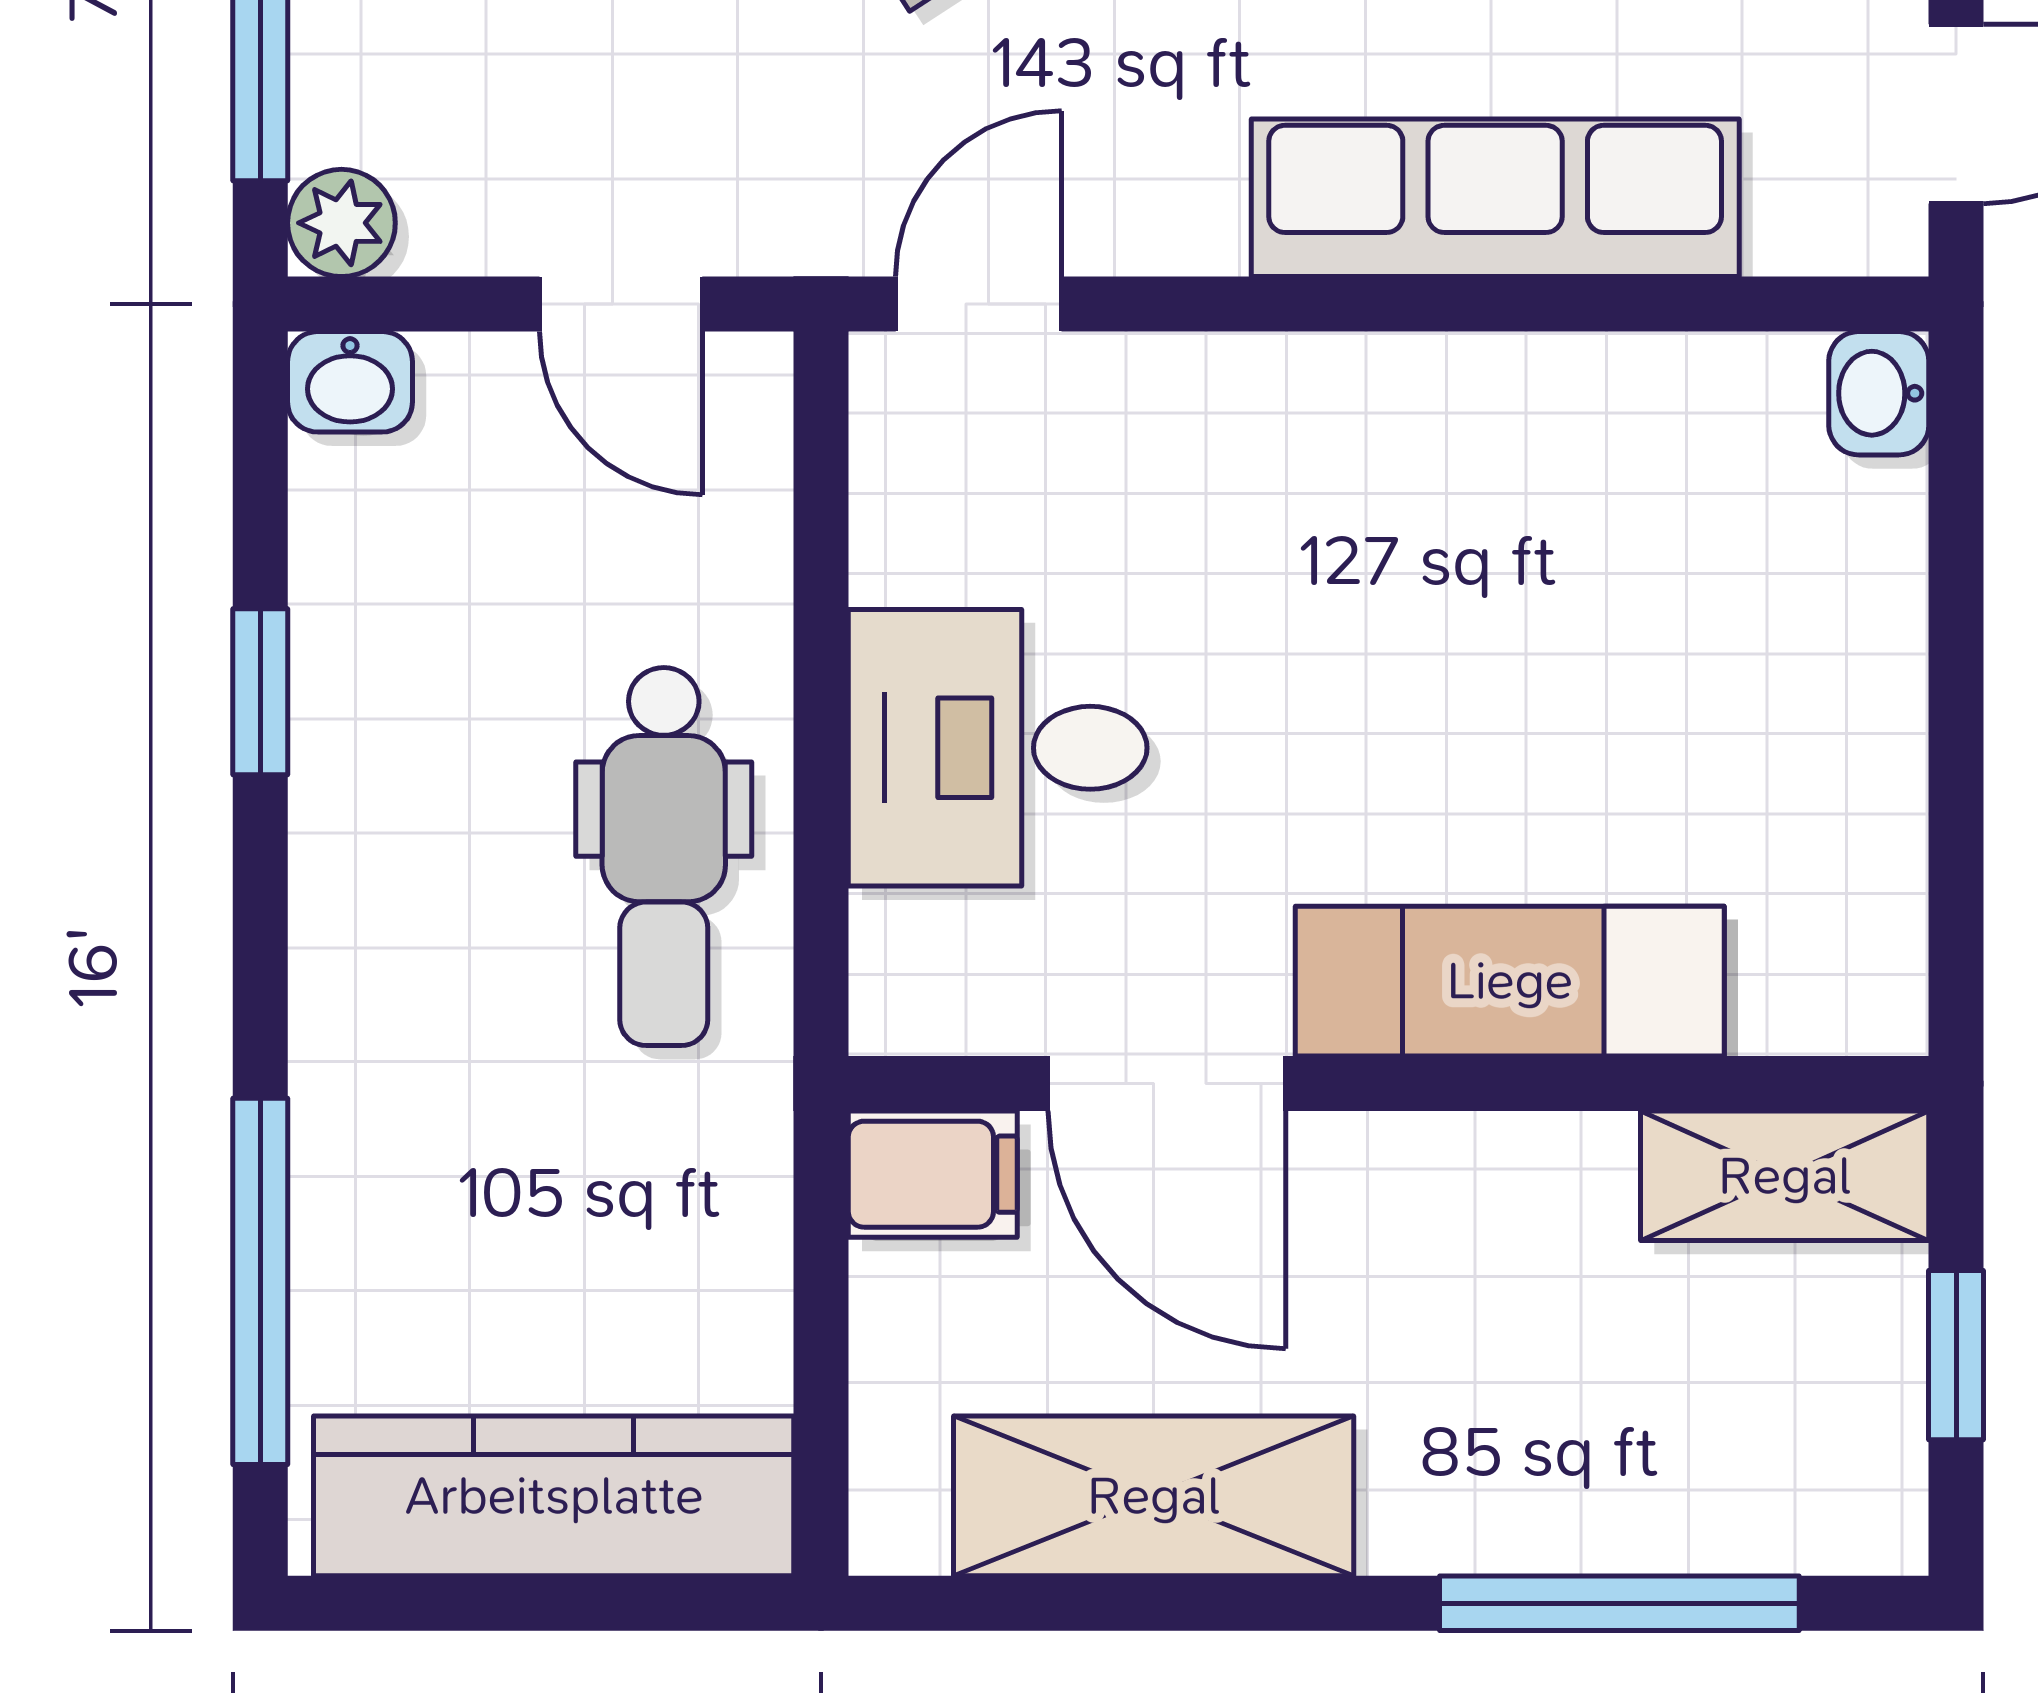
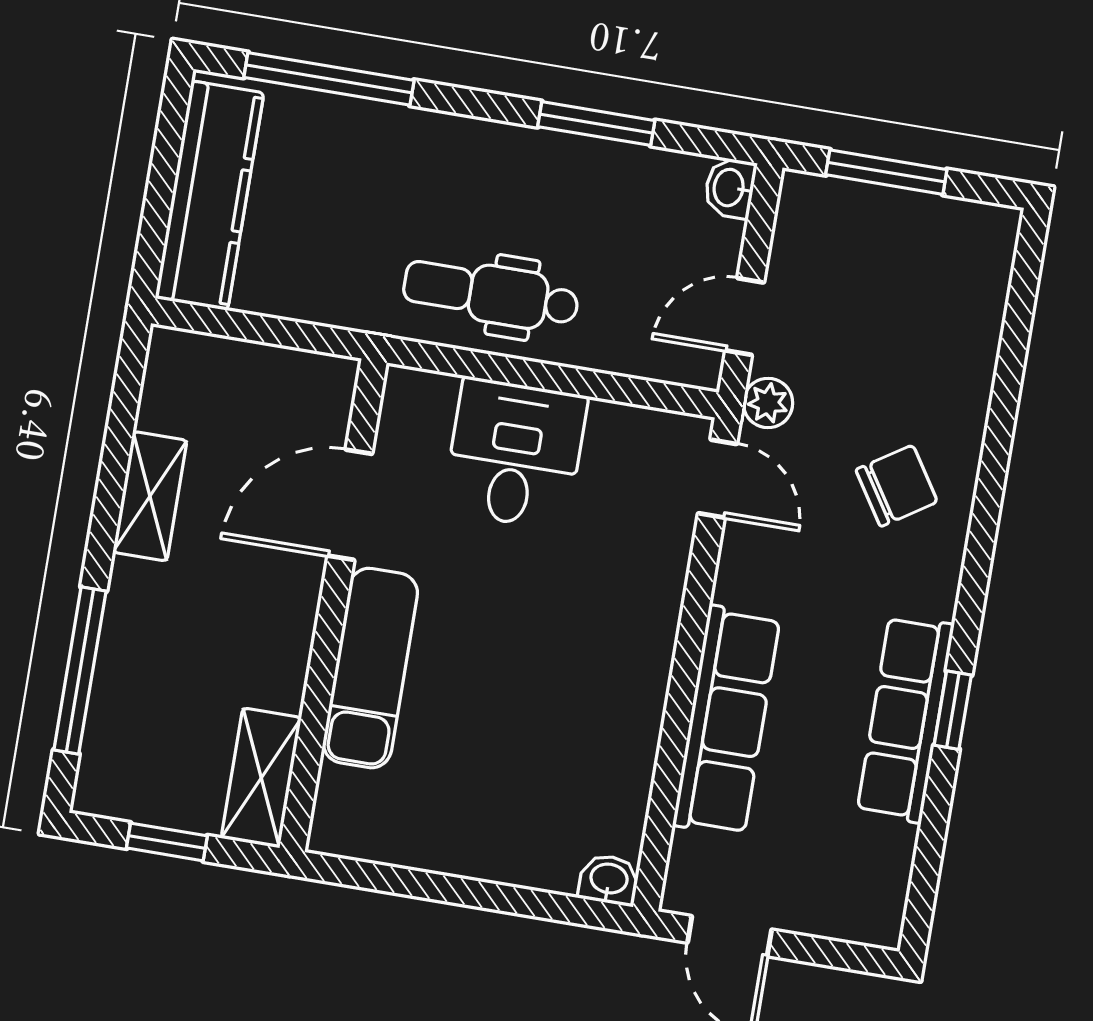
plant: (341, 223) -> (768, 403), moved
window: (260, 692) -> (596, 124), width x1.50
filing cabinet: (933, 1174) -> (327, 392), removed
shelving: (1154, 1496) -> (150, 496), width x0.67, depth x0.75

